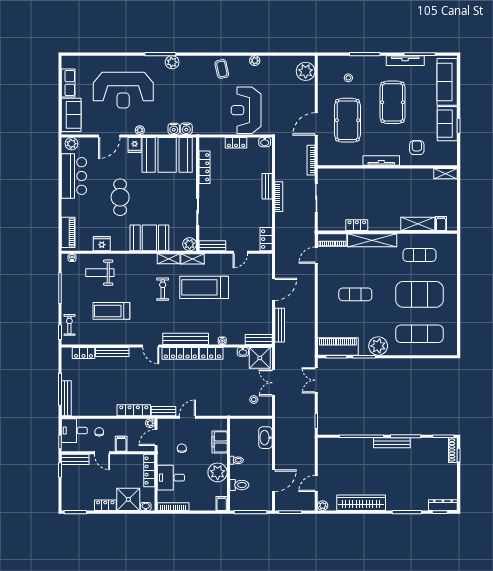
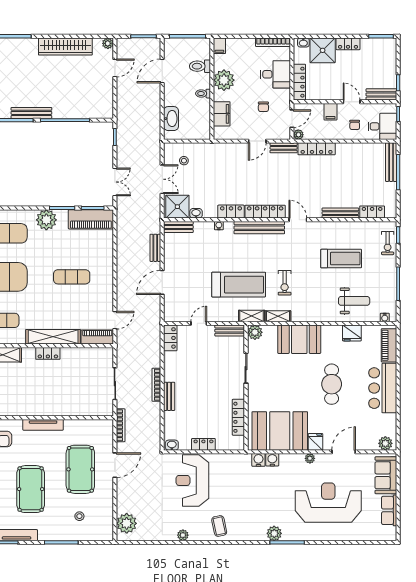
reception desk: (246, 110) -> (192, 480), turned 180
bar counter: (74, 176) -> (383, 388), moved
locker: (357, 225) -> (48, 353), moved
bench: (280, 325) -> (155, 248), width x0.73

